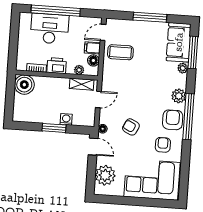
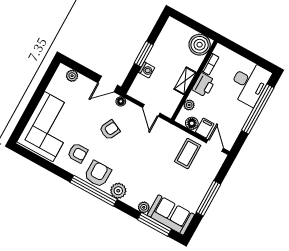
desk: (50, 29) -> (249, 83), moved
shelving: (82, 84) -> (185, 81), moved
armchair: (173, 120) -> (98, 174), turned -90
plant: (105, 175) -> (72, 76), width x0.53, depth x0.53

